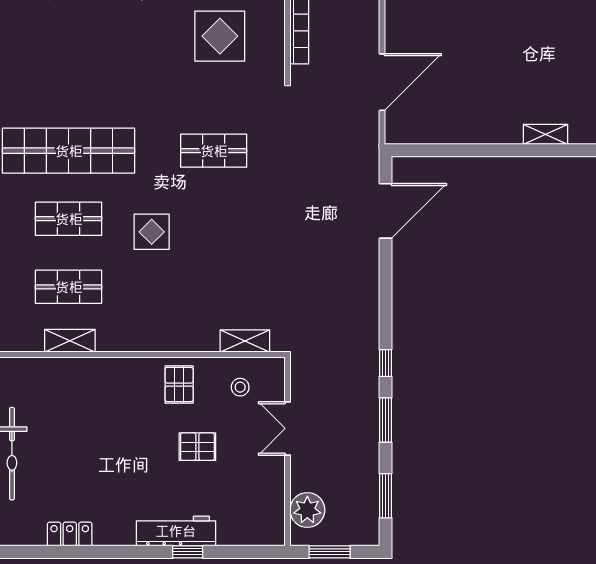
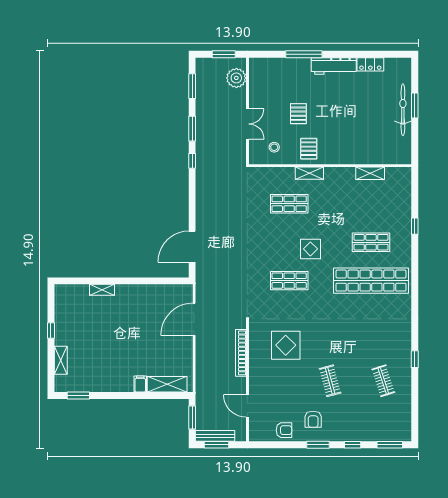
display table: (152, 232) -> (310, 249), moved
shop shelf: (69, 287) -> (289, 204), moved
shelving: (245, 341) -> (309, 173), moved
pallet: (197, 447) -> (298, 114), turned 90
workbench: (176, 531) -> (334, 66), moved
window: (188, 552) -> (304, 54), width x2.17

